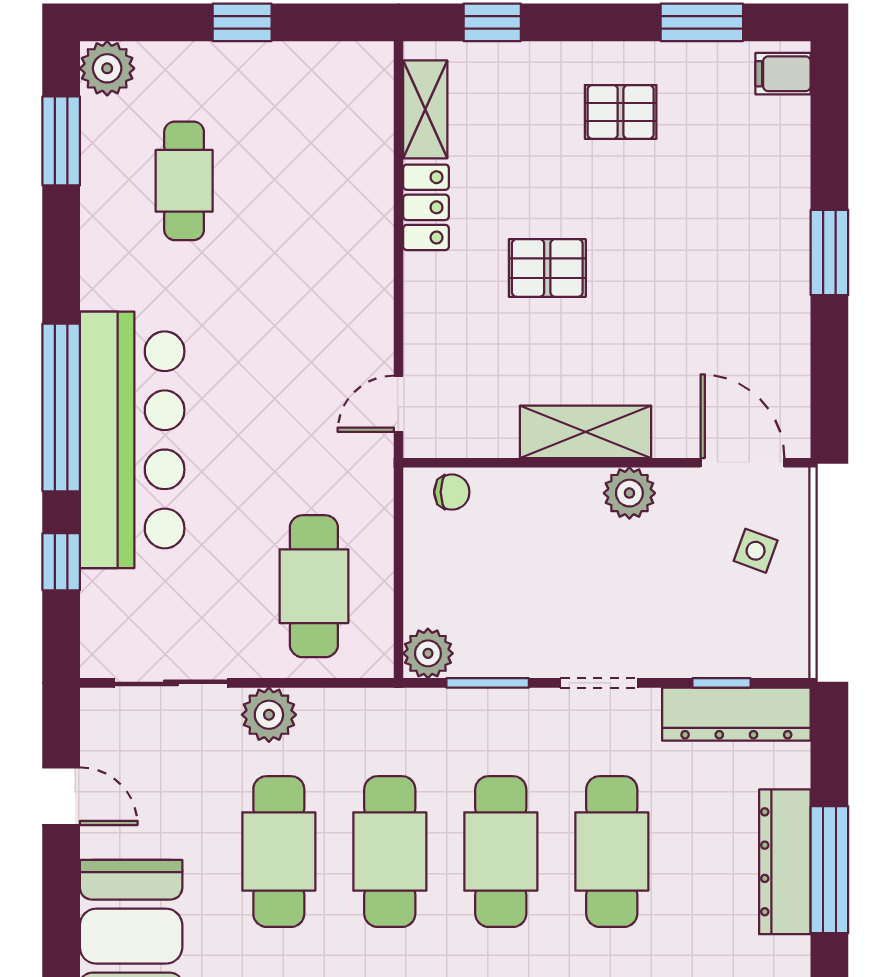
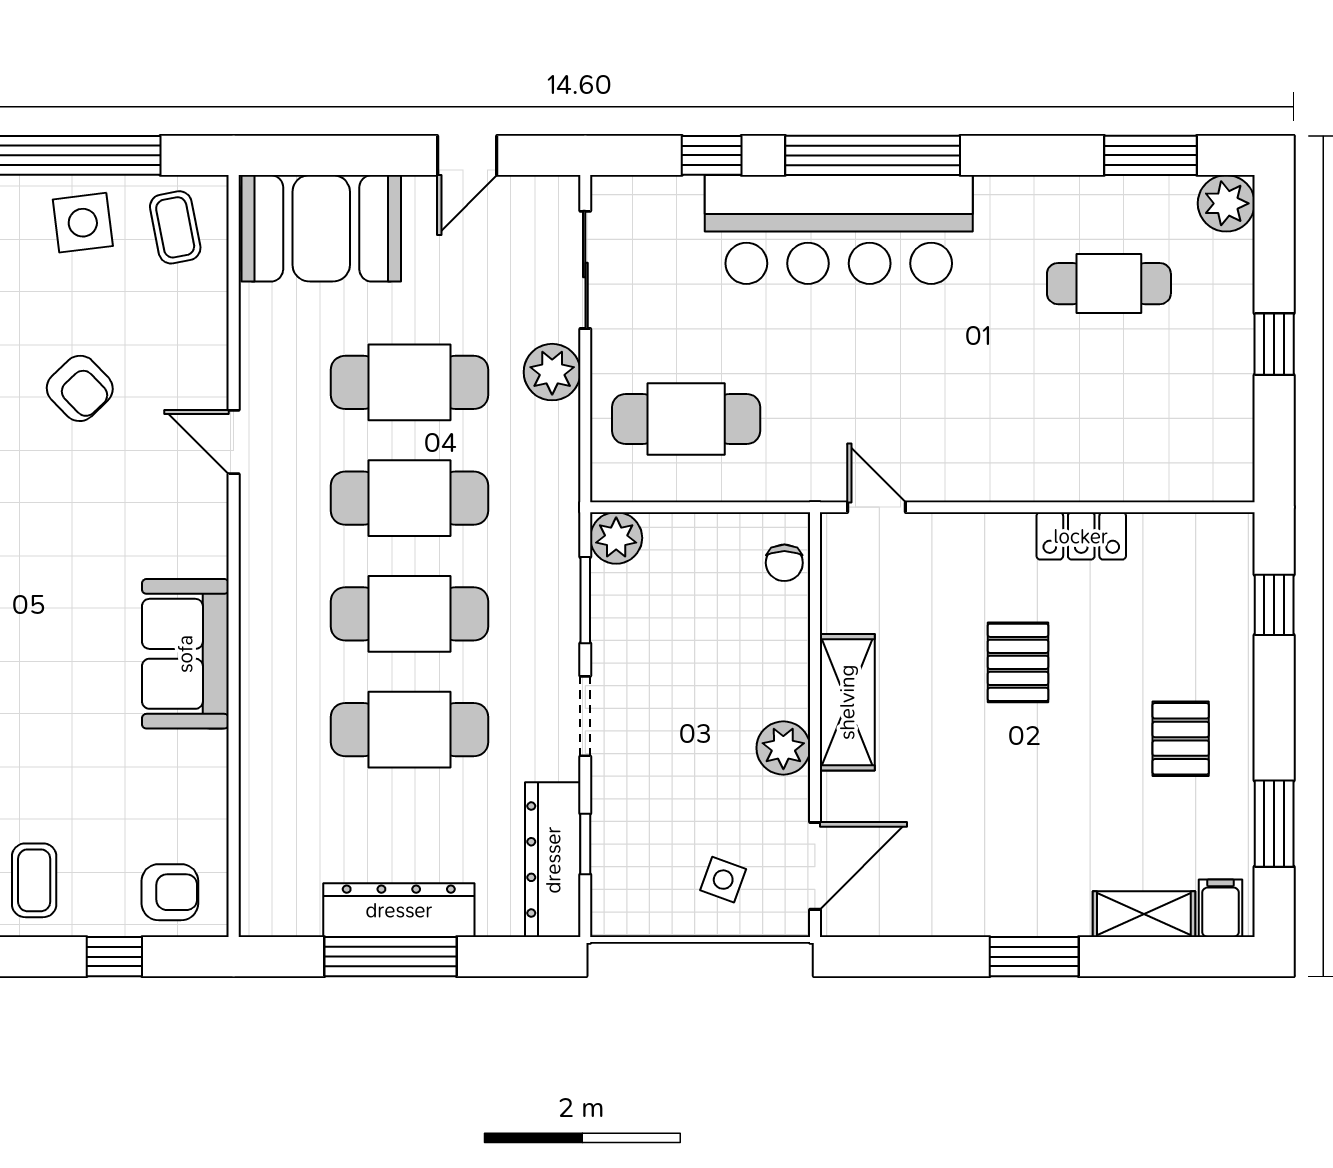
shelving: (425, 109) -> (1144, 914), moved

